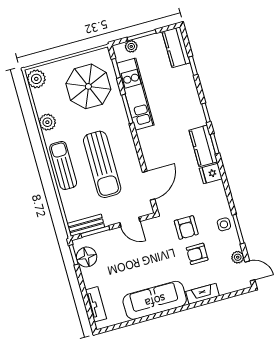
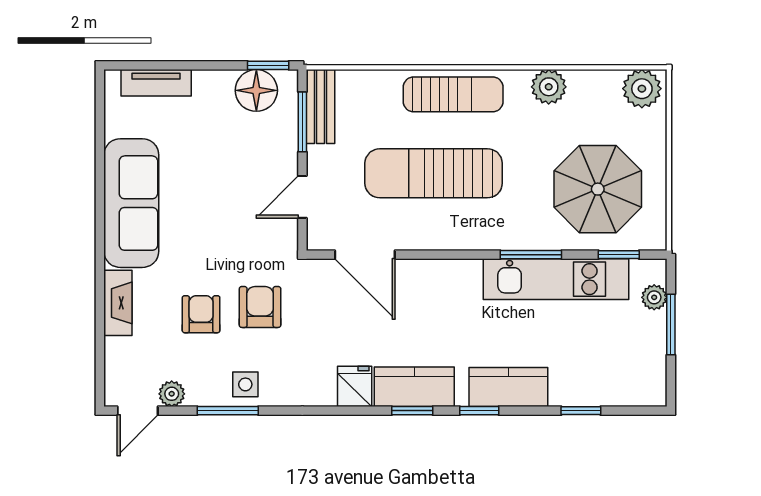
kitchen counter: (176, 47) -> (508, 387), moved
armchair: (186, 227) -> (260, 307), turned 90

